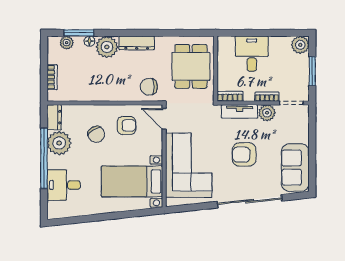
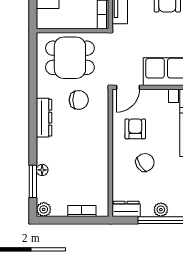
plant: (67, 43) -> (44, 209), moved
plant: (107, 47) -> (49, 151), removed
chair: (149, 87) -> (79, 100), moved, turned -90
plant: (59, 143) -> (161, 210), width x0.53, depth x0.53

